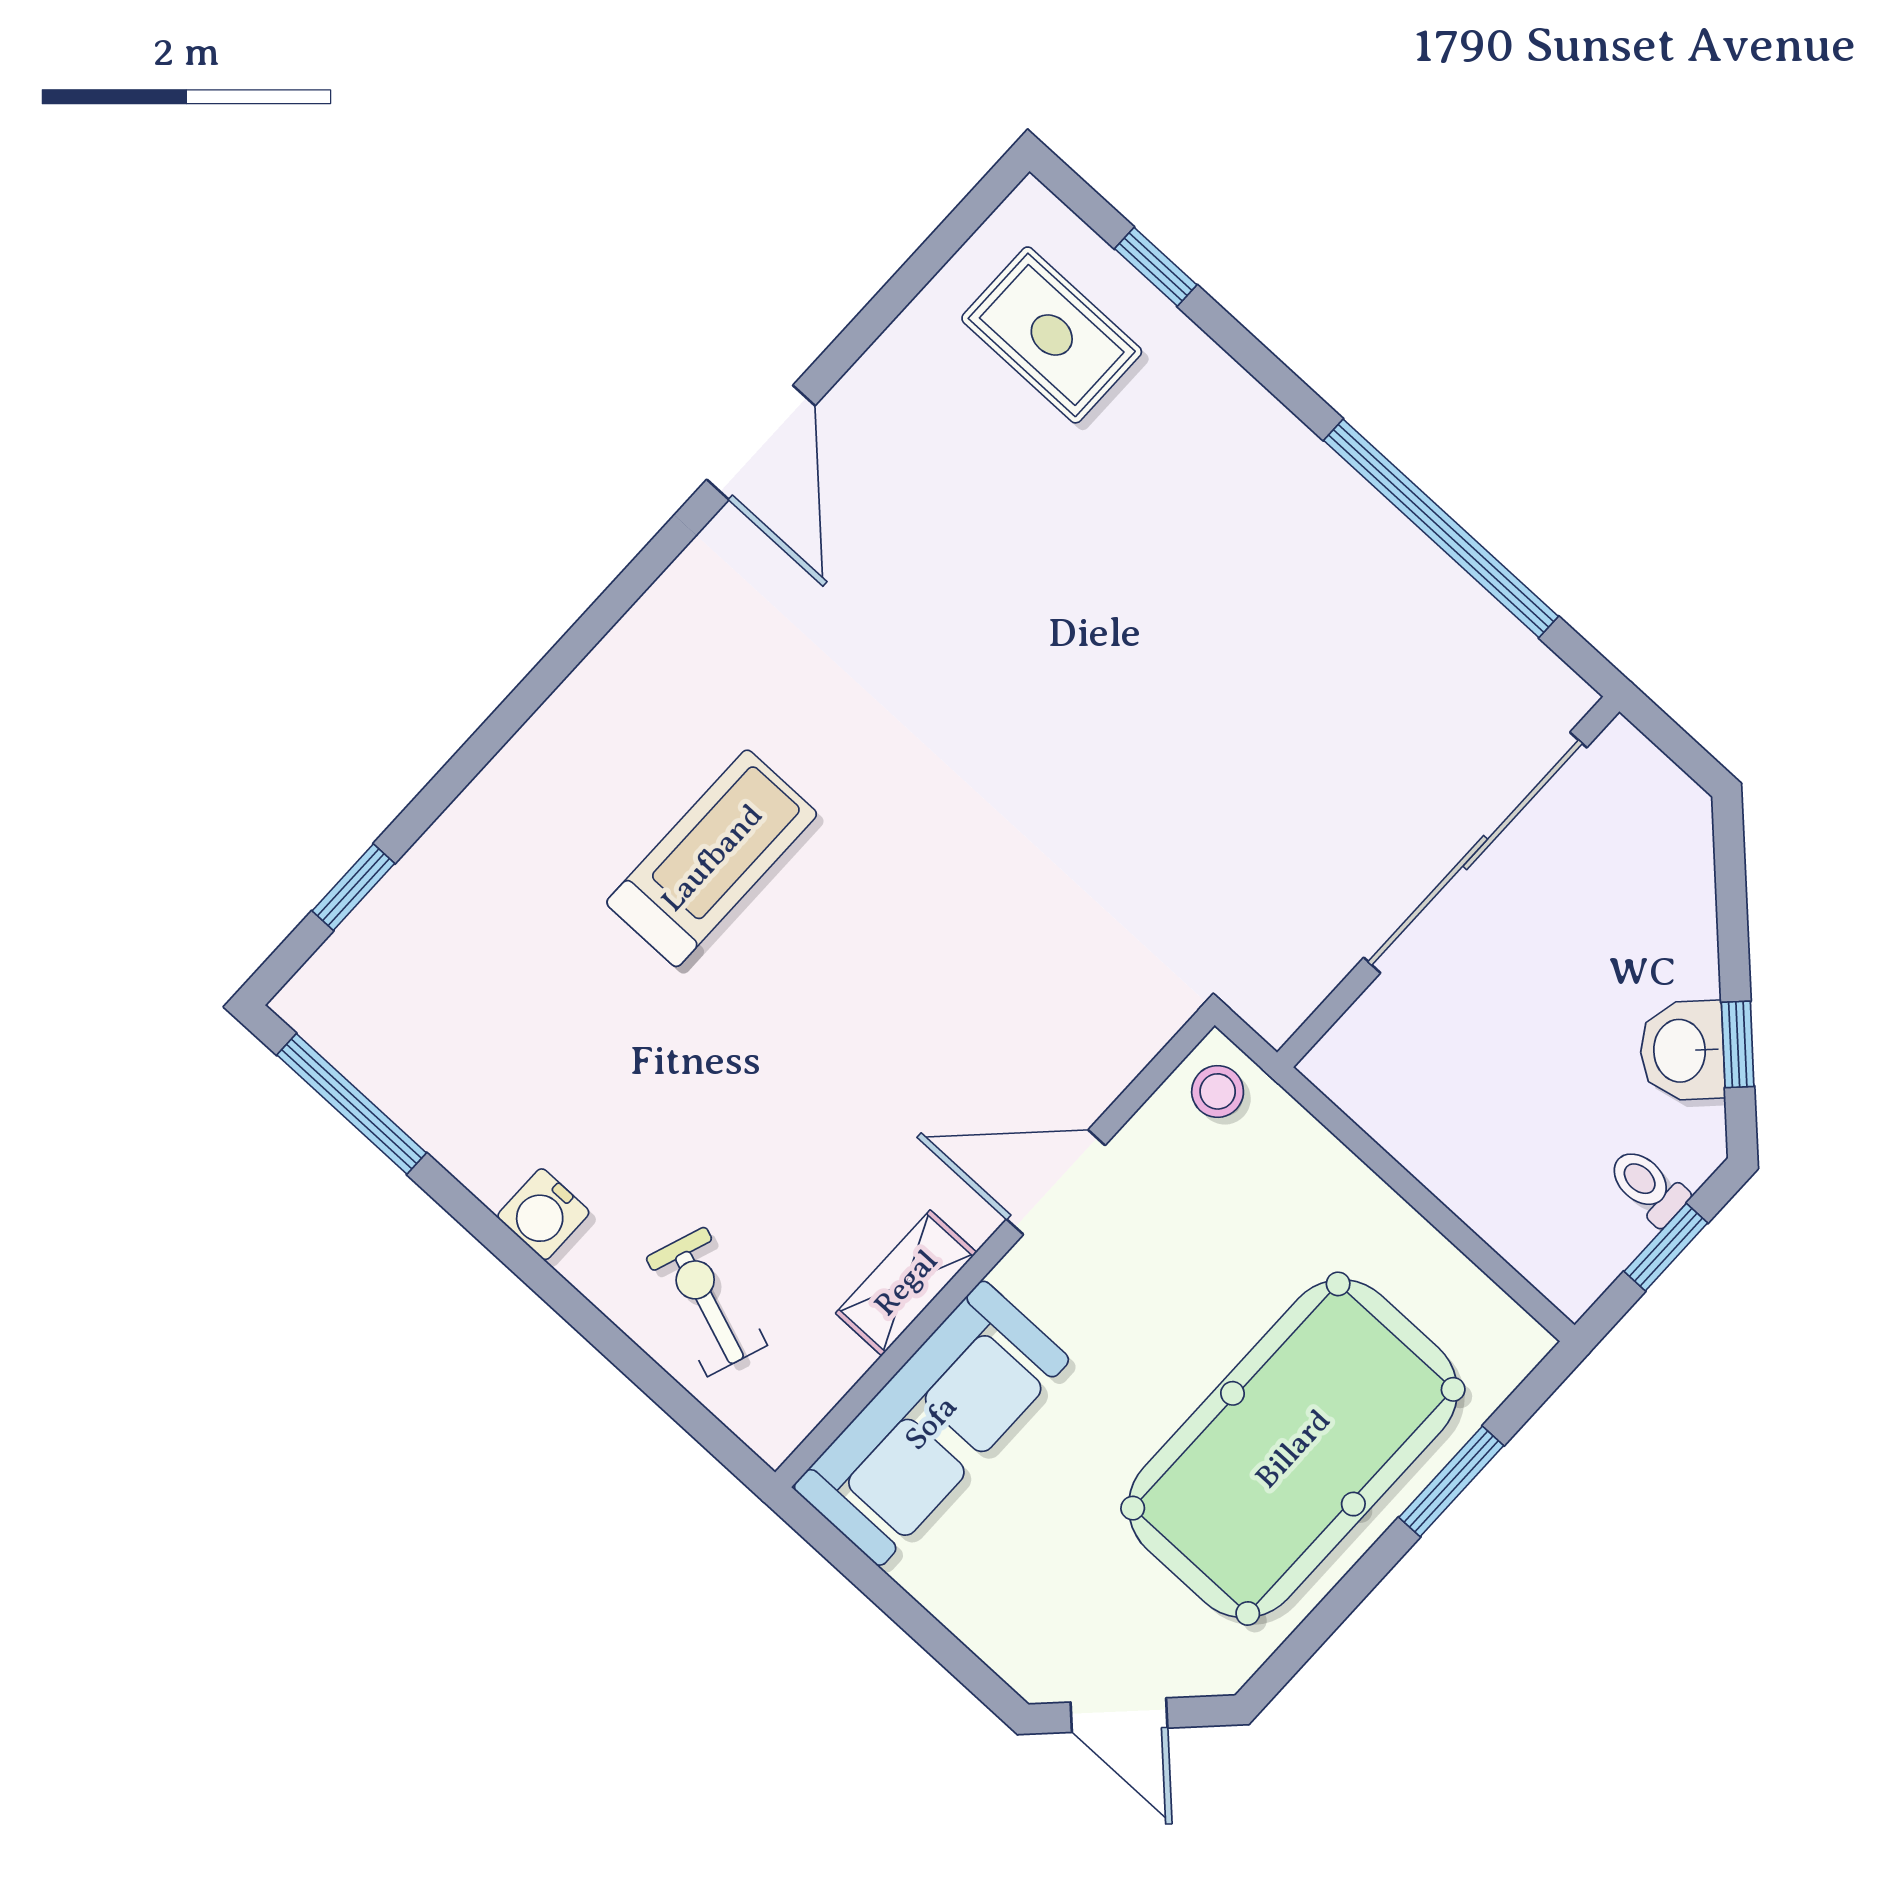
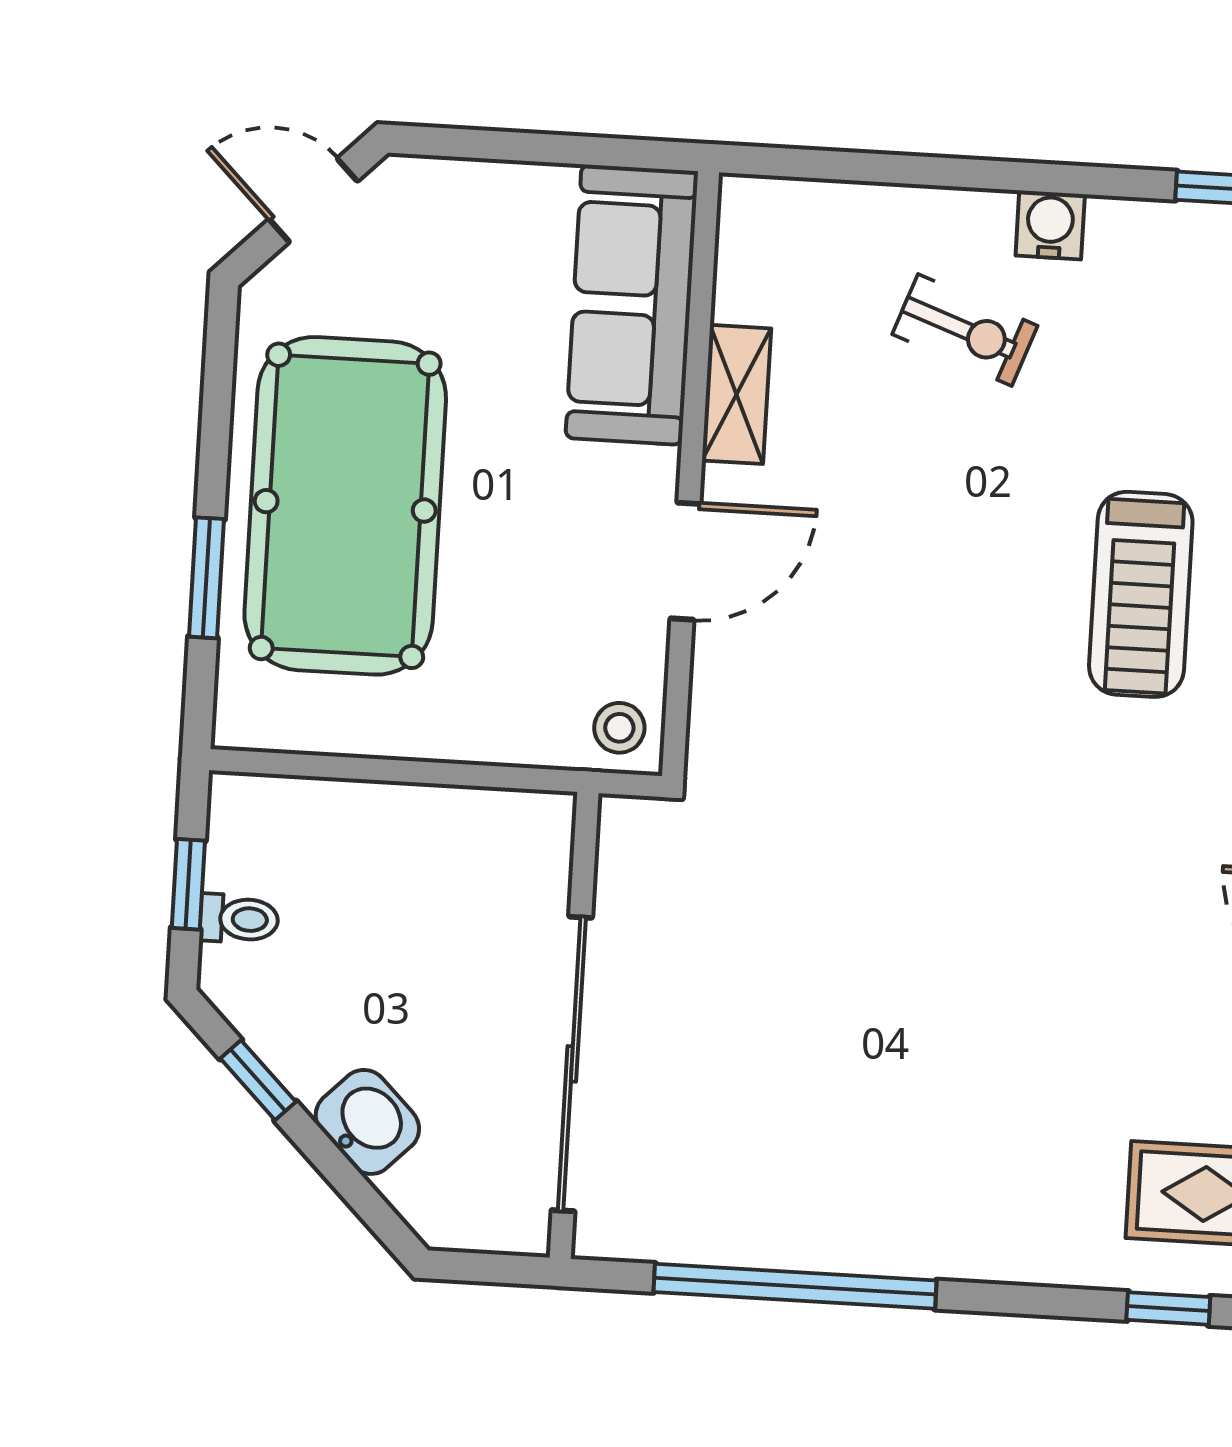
washbasin: (1682, 1051) -> (367, 1122), moved
exercise bike: (706, 1301) -> (965, 330), moved

